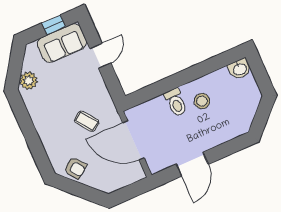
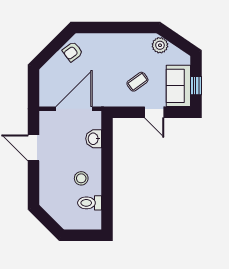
washbasin: (240, 69) -> (94, 139), moved
toilet: (176, 102) -> (90, 203), moved
coffee table: (87, 121) -> (137, 82), moved

